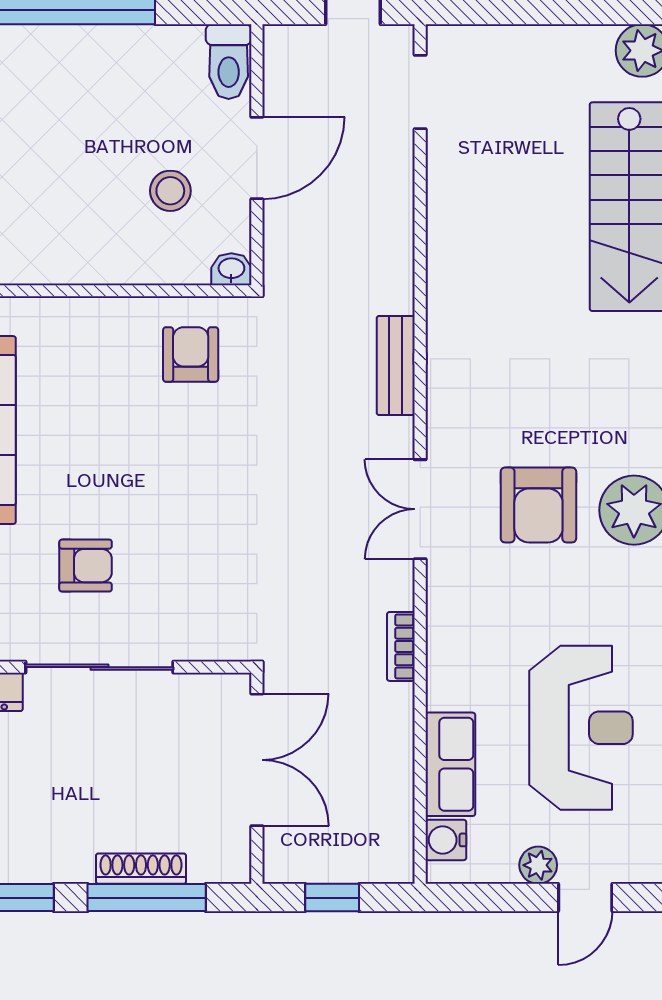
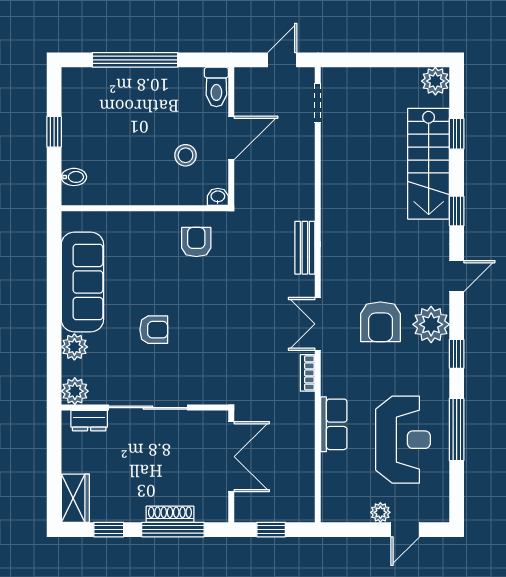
armchair: (86, 566) -> (154, 330), moved
bookcase: (401, 646) -> (308, 373), moved
row of seats: (450, 764) -> (334, 424), moved
water cooler: (446, 840) -> (331, 499), removed

